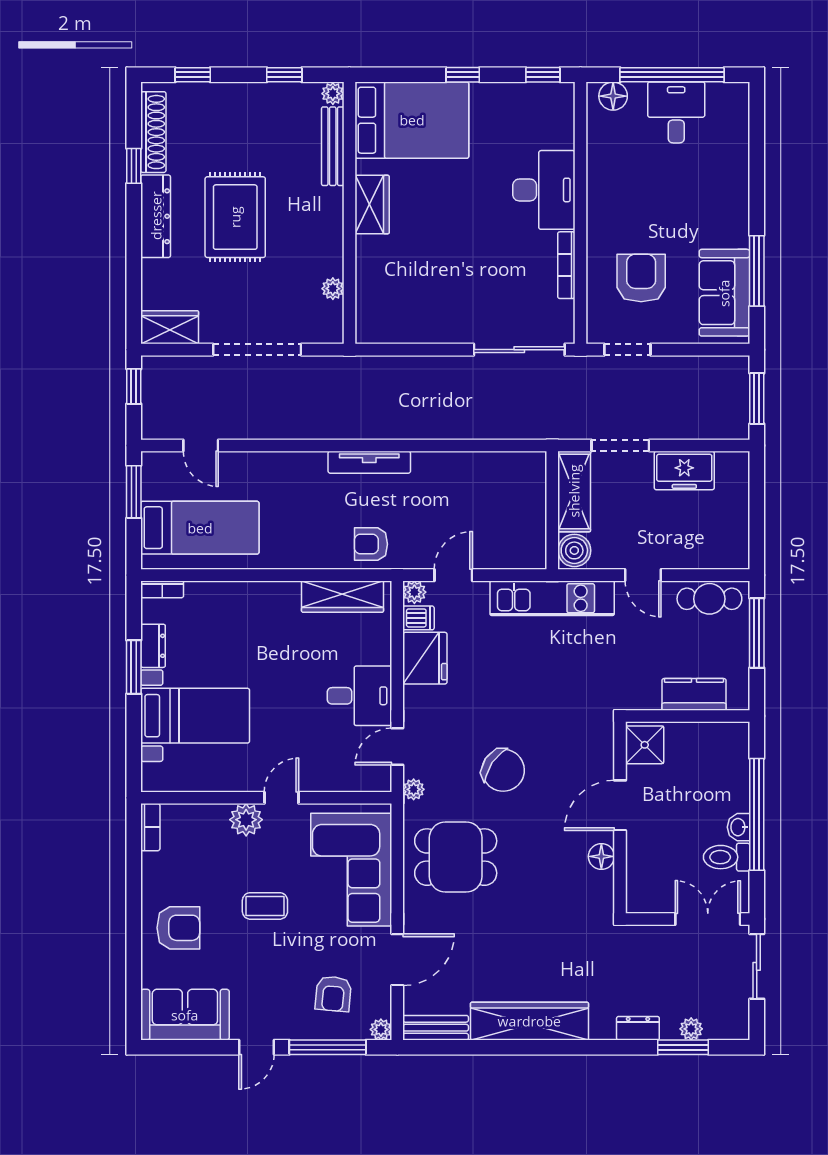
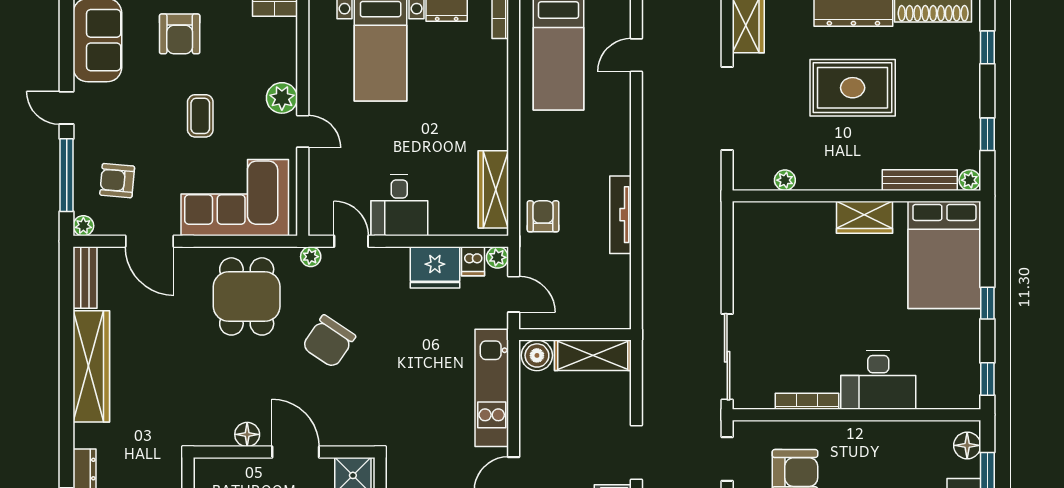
shelving: (574, 491) -> (593, 355), moved
wall: (552, 510) -> (575, 335), moved
boiler: (574, 550) -> (537, 355), moved

